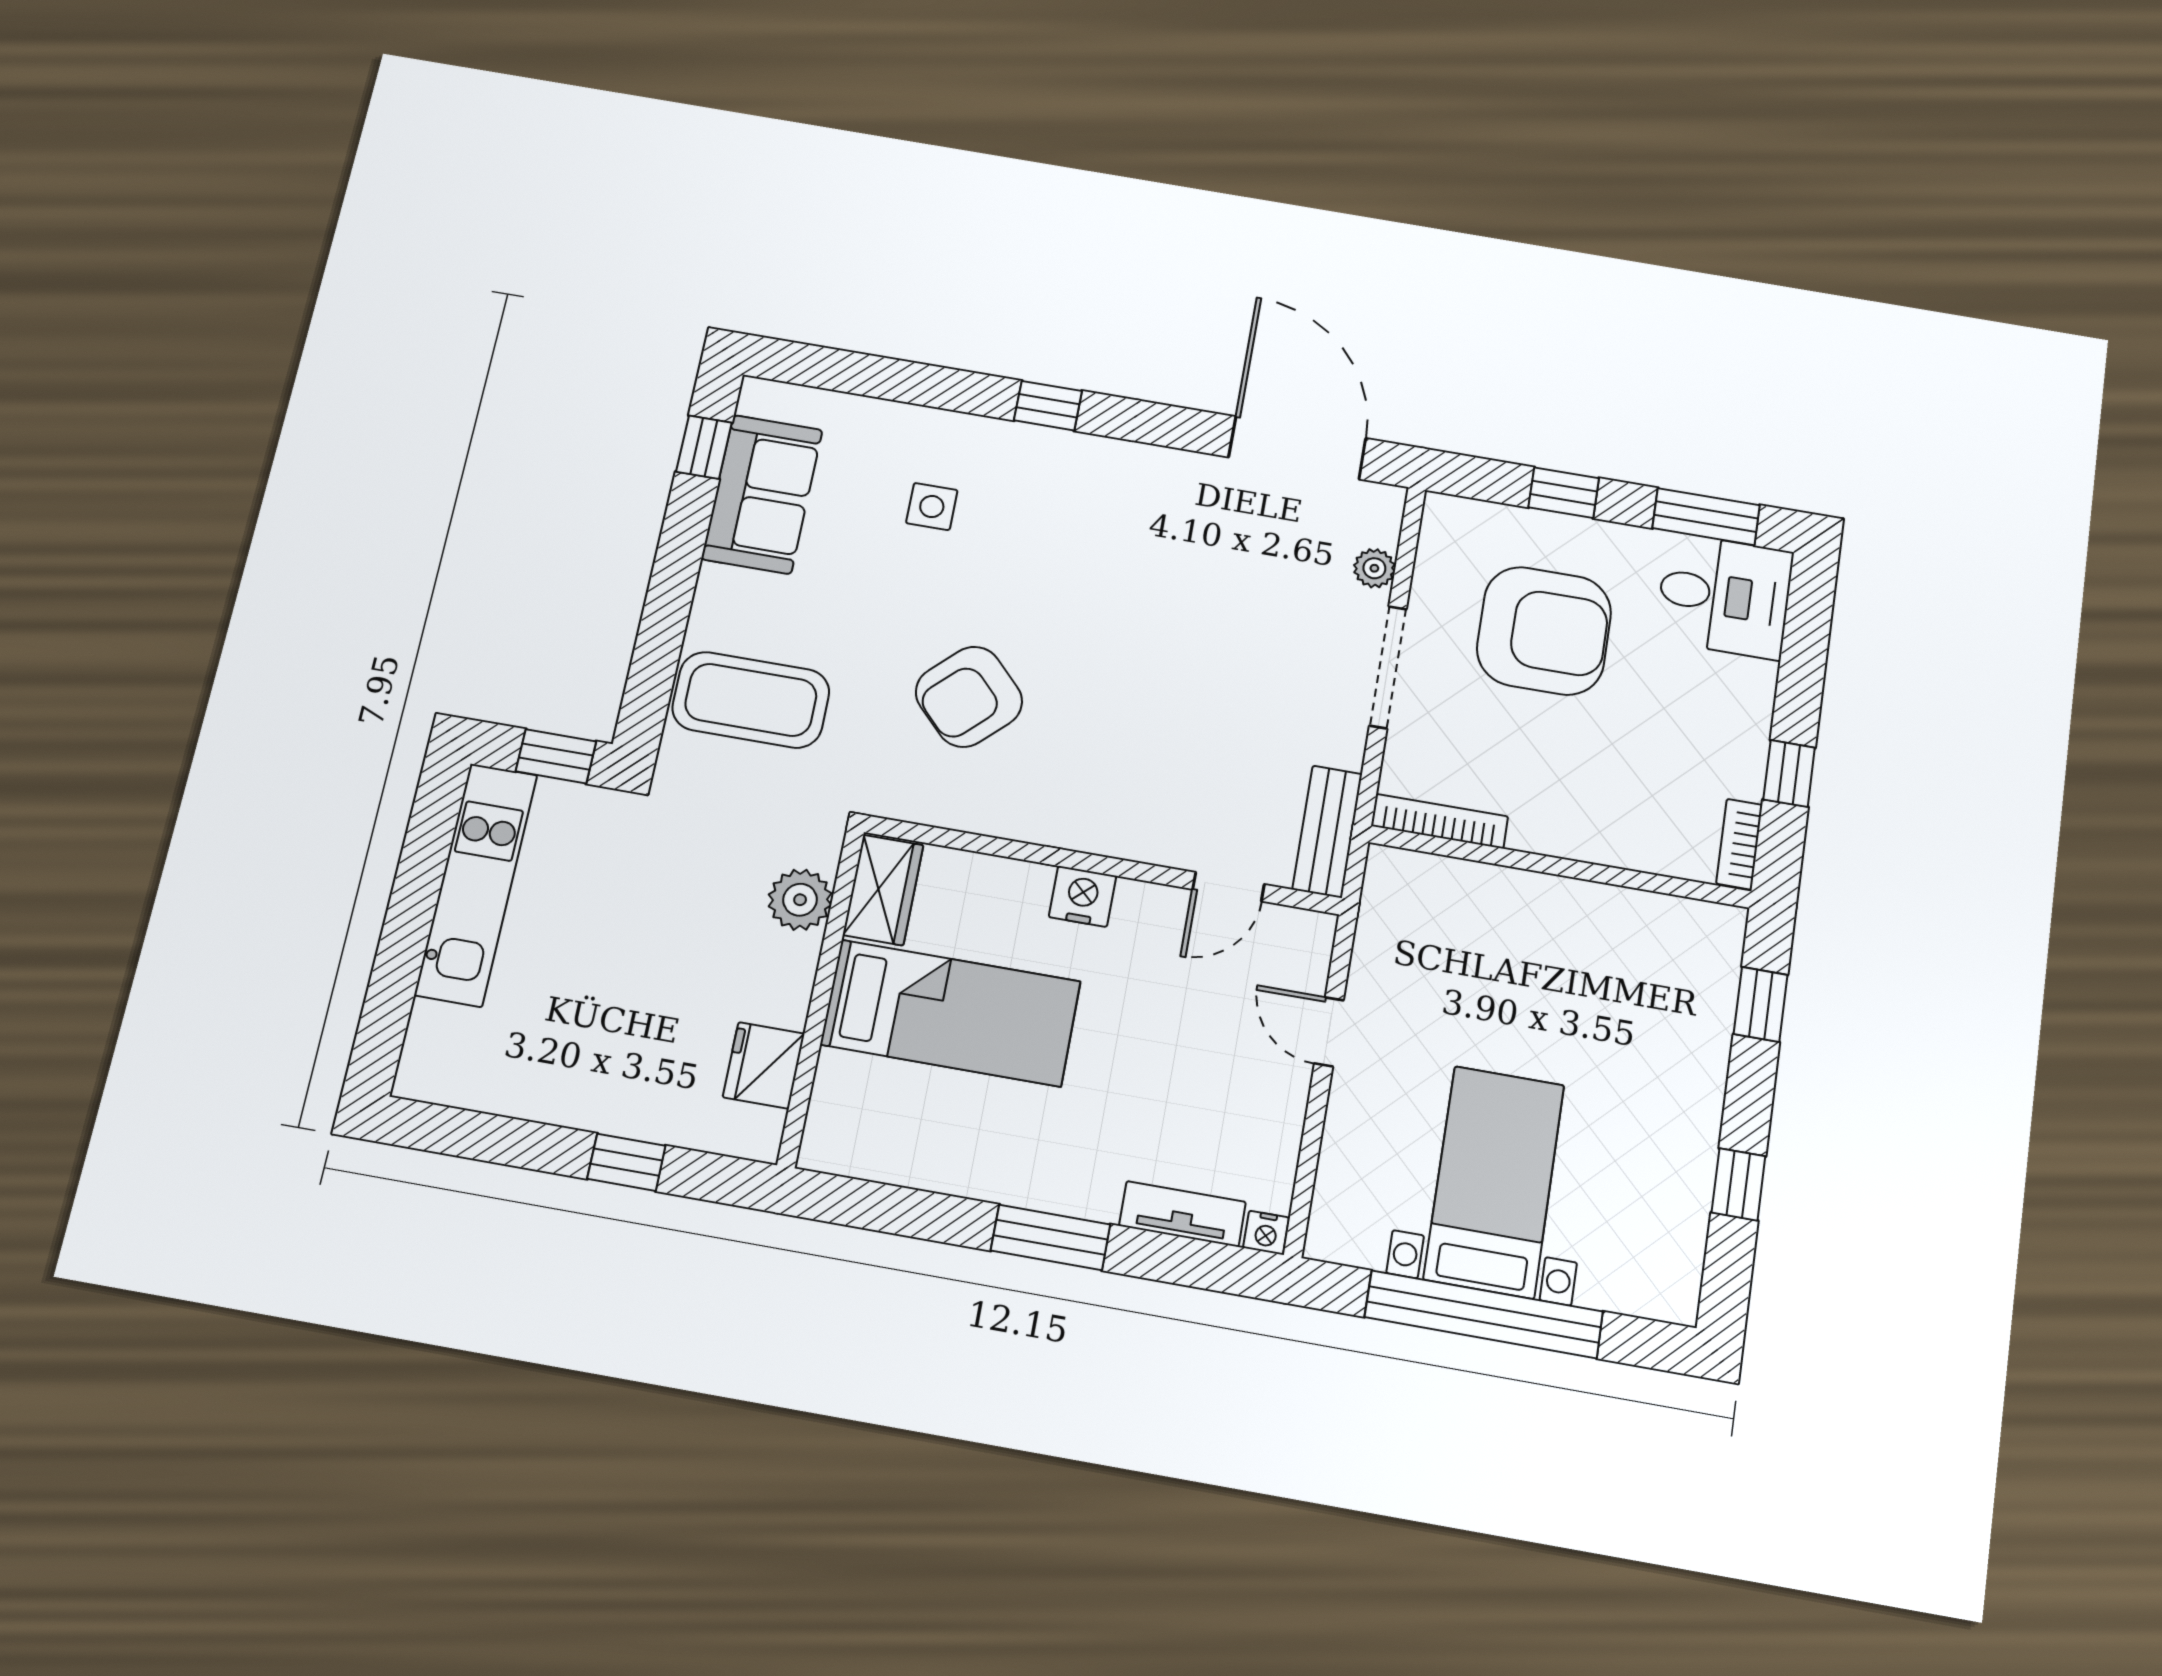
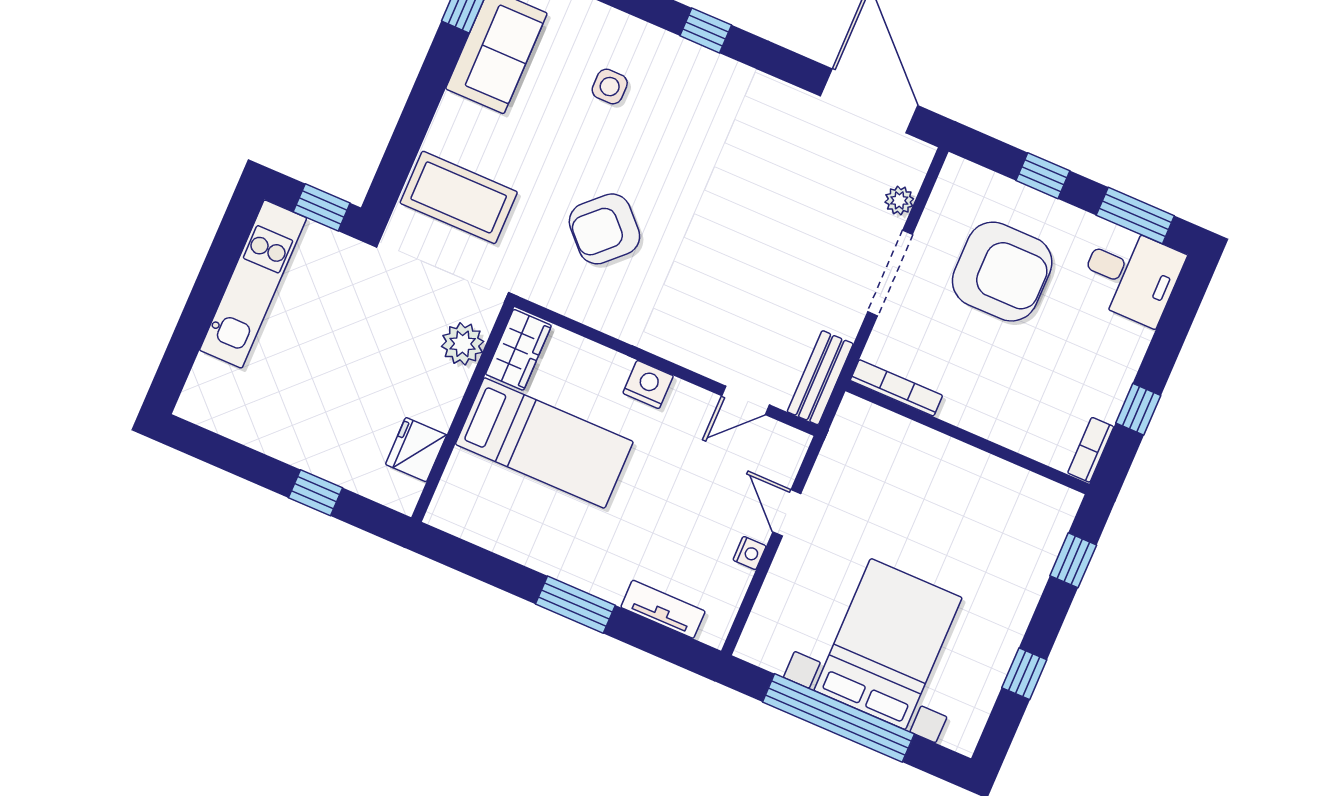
bed with nightstands: (1494, 1182) -> (888, 644), width x1.36
nightstand: (1266, 1233) -> (750, 553), moved, turned -90

